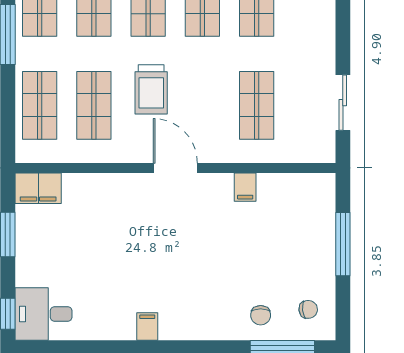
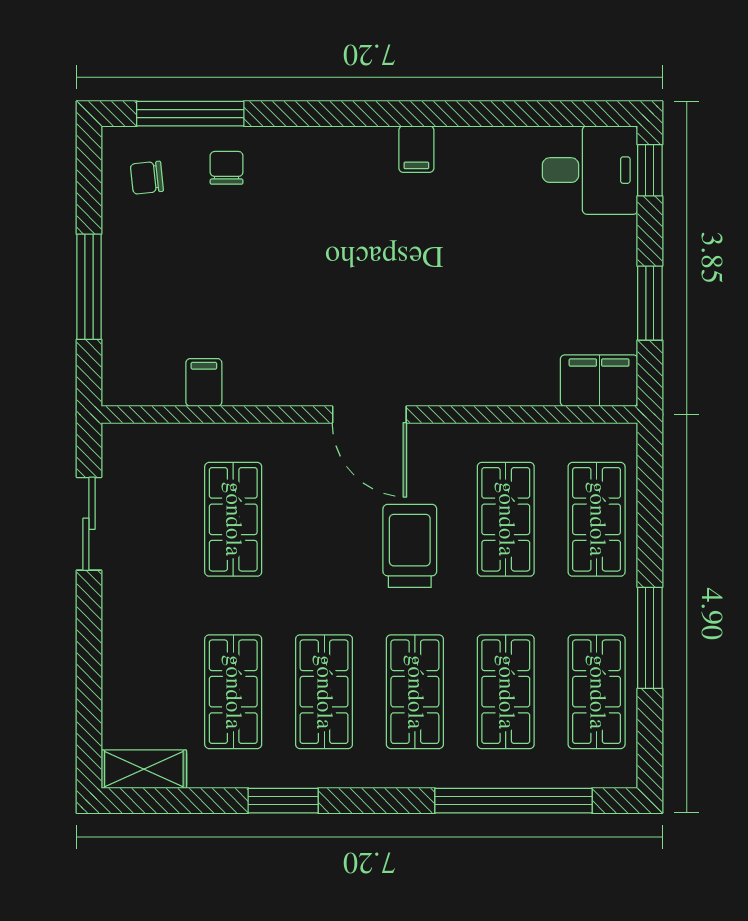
filing cabinet: (245, 187) -> (204, 382), moved

